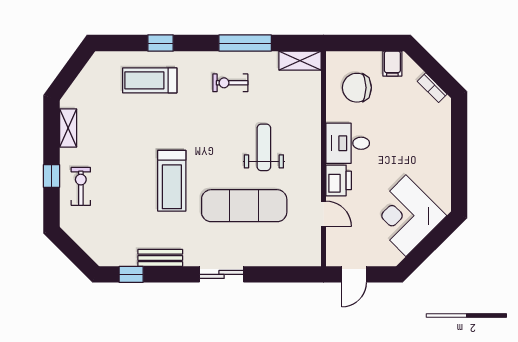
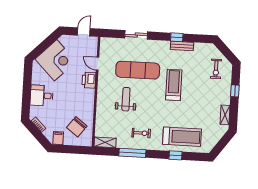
treadmill: (150, 80) -> (182, 137), width x1.37, depth x1.38
chair: (357, 88) -> (77, 127), turned 127
desk: (348, 143) -> (42, 96), moved, turned 180
weight bench: (264, 147) -> (126, 99), turned 180
exercise bike: (81, 186) -> (216, 69), moved
window: (131, 274) -> (177, 37), moved
sliding door: (222, 274) -> (136, 35), moved

